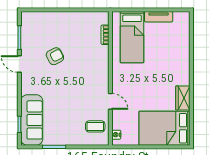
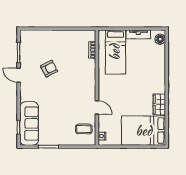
floor lamp: (184, 22) -> (160, 39), added

